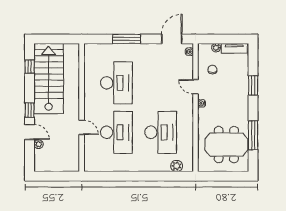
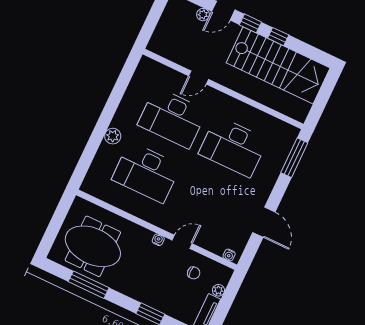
window: (126, 39) -> (294, 158), moved
door: (172, 39) -> (264, 222), moved
window: (30, 67) -> (278, 37), moved
meeting table: (226, 145) -> (93, 246), turned 90
plant: (177, 166) -> (113, 136), moved

